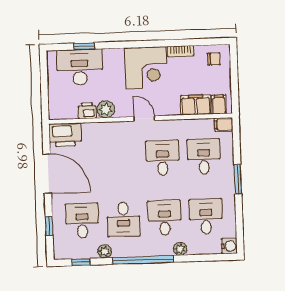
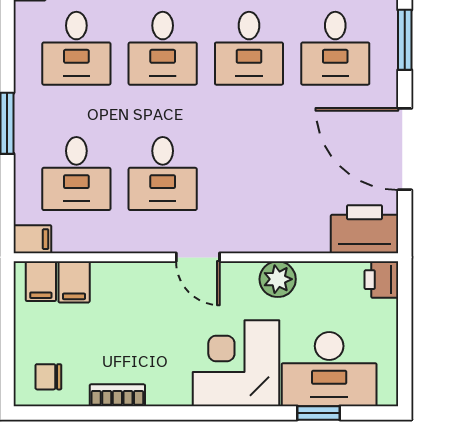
corner desk: (146, 68) -> (236, 363), moved
filing cabinet: (196, 105) -> (74, 282), width x0.50
printer: (87, 111) -> (381, 280), moved, turned 90
desk: (123, 219) -> (249, 48), turned 180
window: (49, 226) -> (405, 40), width x1.50

